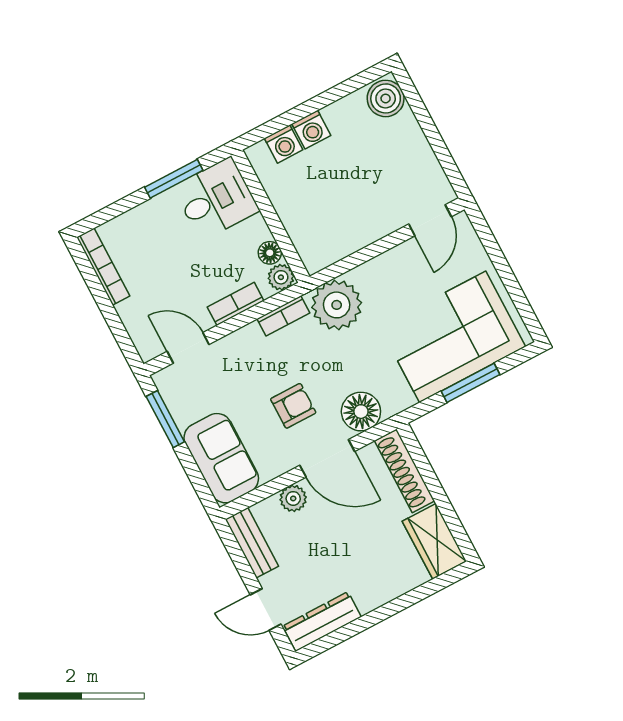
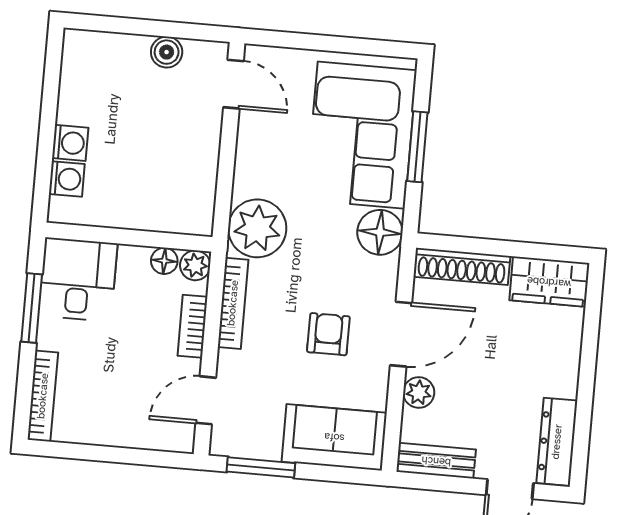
boiler: (386, 98) -> (167, 52), moved, width x0.73, depth x0.73
bookcase: (103, 267) -> (43, 396), moved, turned 90
bookcase: (283, 316) -> (233, 303), width x1.56
floor lamp: (361, 412) -> (380, 232), moved

